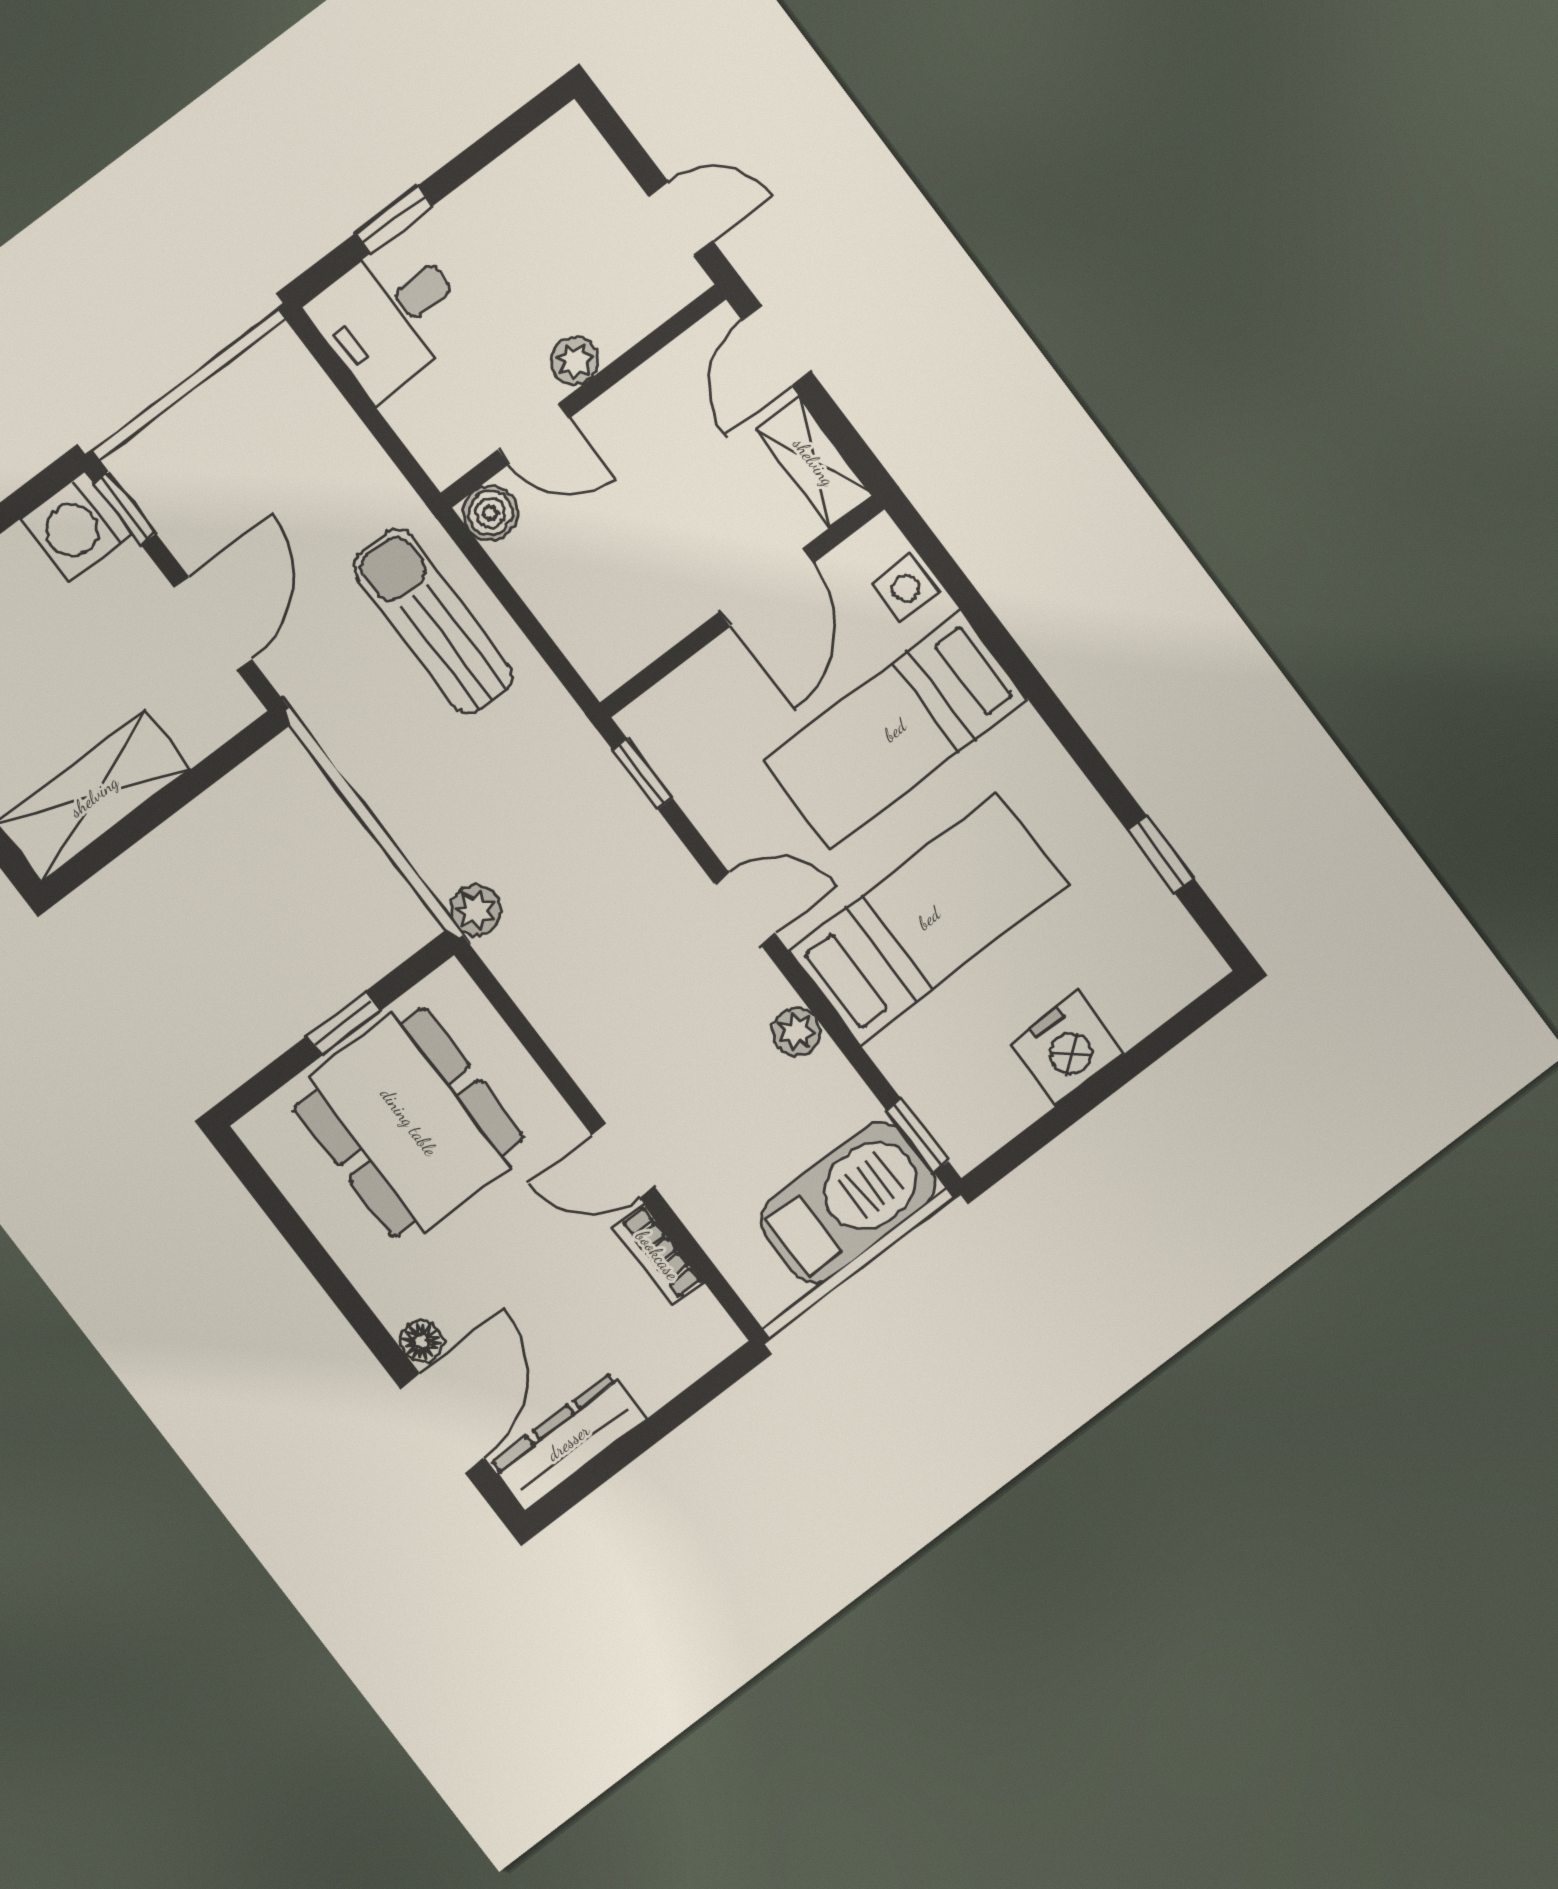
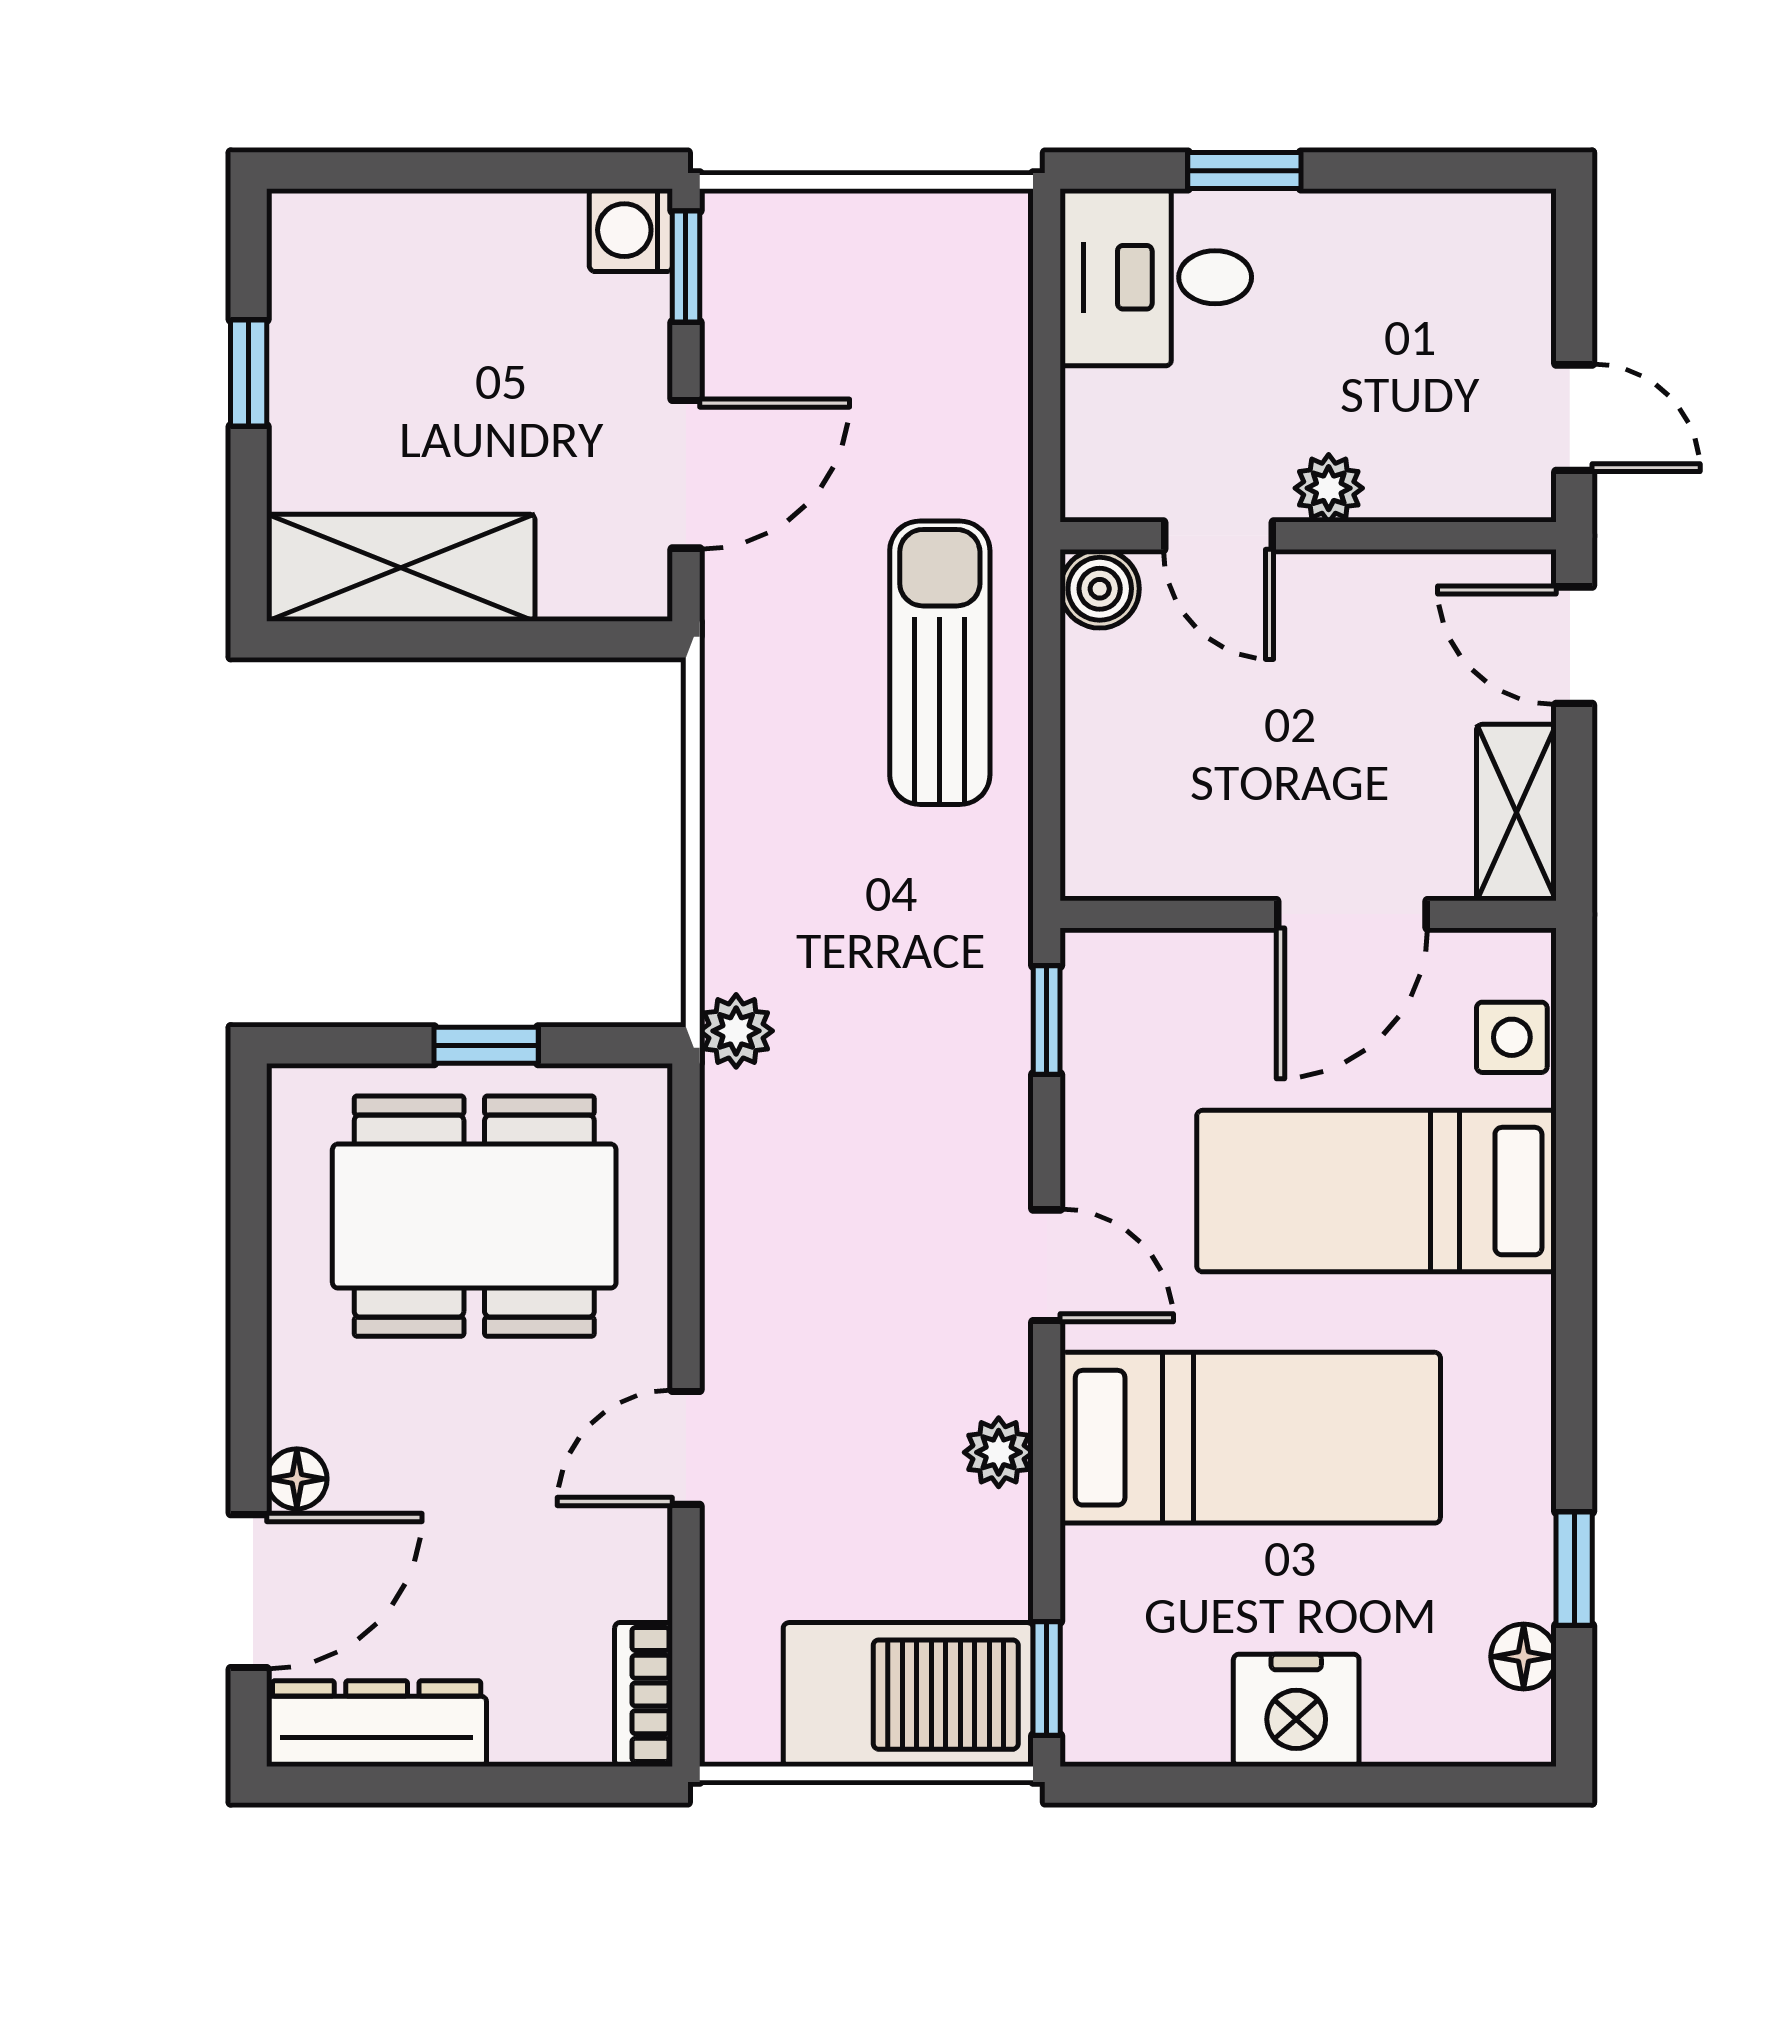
door: (776, 345) -> (1574, 645), hinge flipped
washing machine: (77, 526) -> (631, 230), width x0.73, depth x0.73
floor lamp: (1169, 924) -> (1524, 1657), added
dining table: (409, 1122) -> (474, 1216), turned 90
door: (623, 1161) -> (686, 1448), hinge flipped
bookcase: (658, 1255) -> (644, 1694), moved

